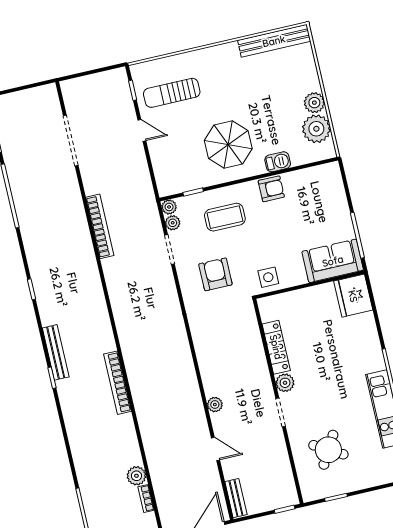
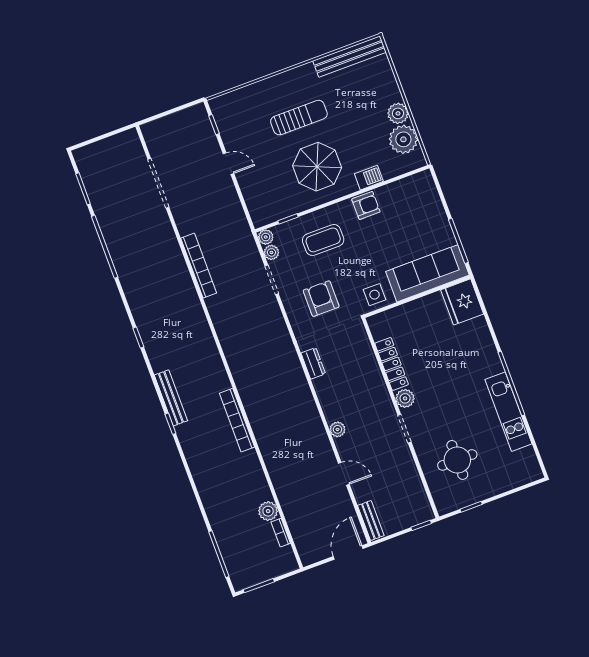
sun lounger: (172, 93) -> (299, 118), moved, turned 180
sofa: (333, 261) -> (427, 273), width x1.36
dresser: (199, 337) -> (313, 363), added
round table: (328, 450) -> (457, 460), turned -30

